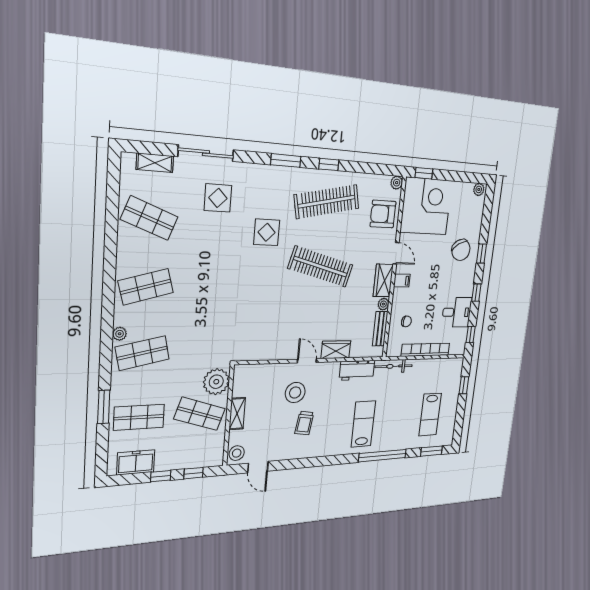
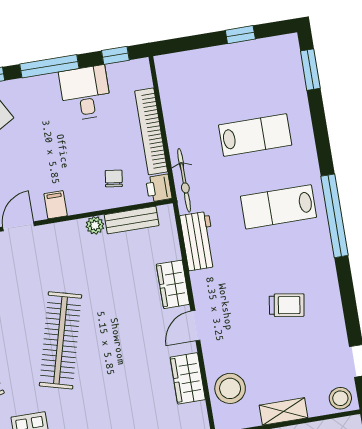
wardrobe: (383, 280) -> (188, 378), moved, turned 90
window: (476, 293) -> (49, 66), width x2.17
printer: (394, 349) -> (159, 188), added
window: (464, 385) -> (240, 35), moved
stool: (295, 393) -> (230, 388), moved
lab bench: (430, 415) -> (255, 135), moved
window: (383, 456) -> (335, 216), moved

